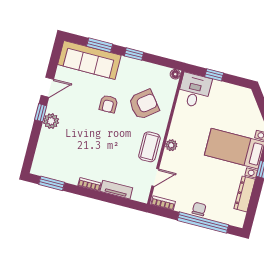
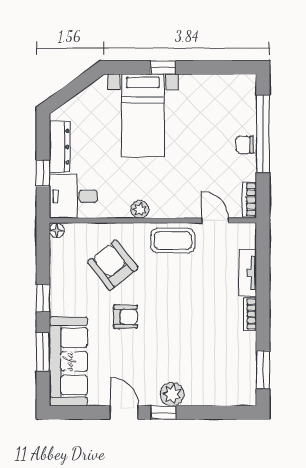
plant: (171, 145) -> (140, 209), moved
dresser: (245, 194) -> (59, 147), moved, turned -90

